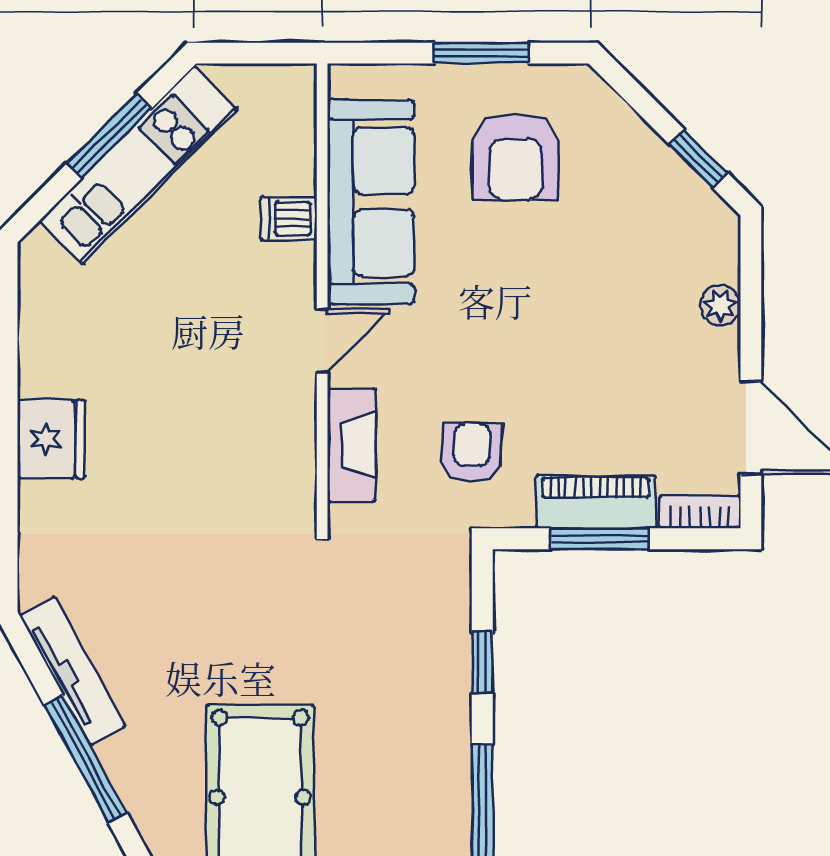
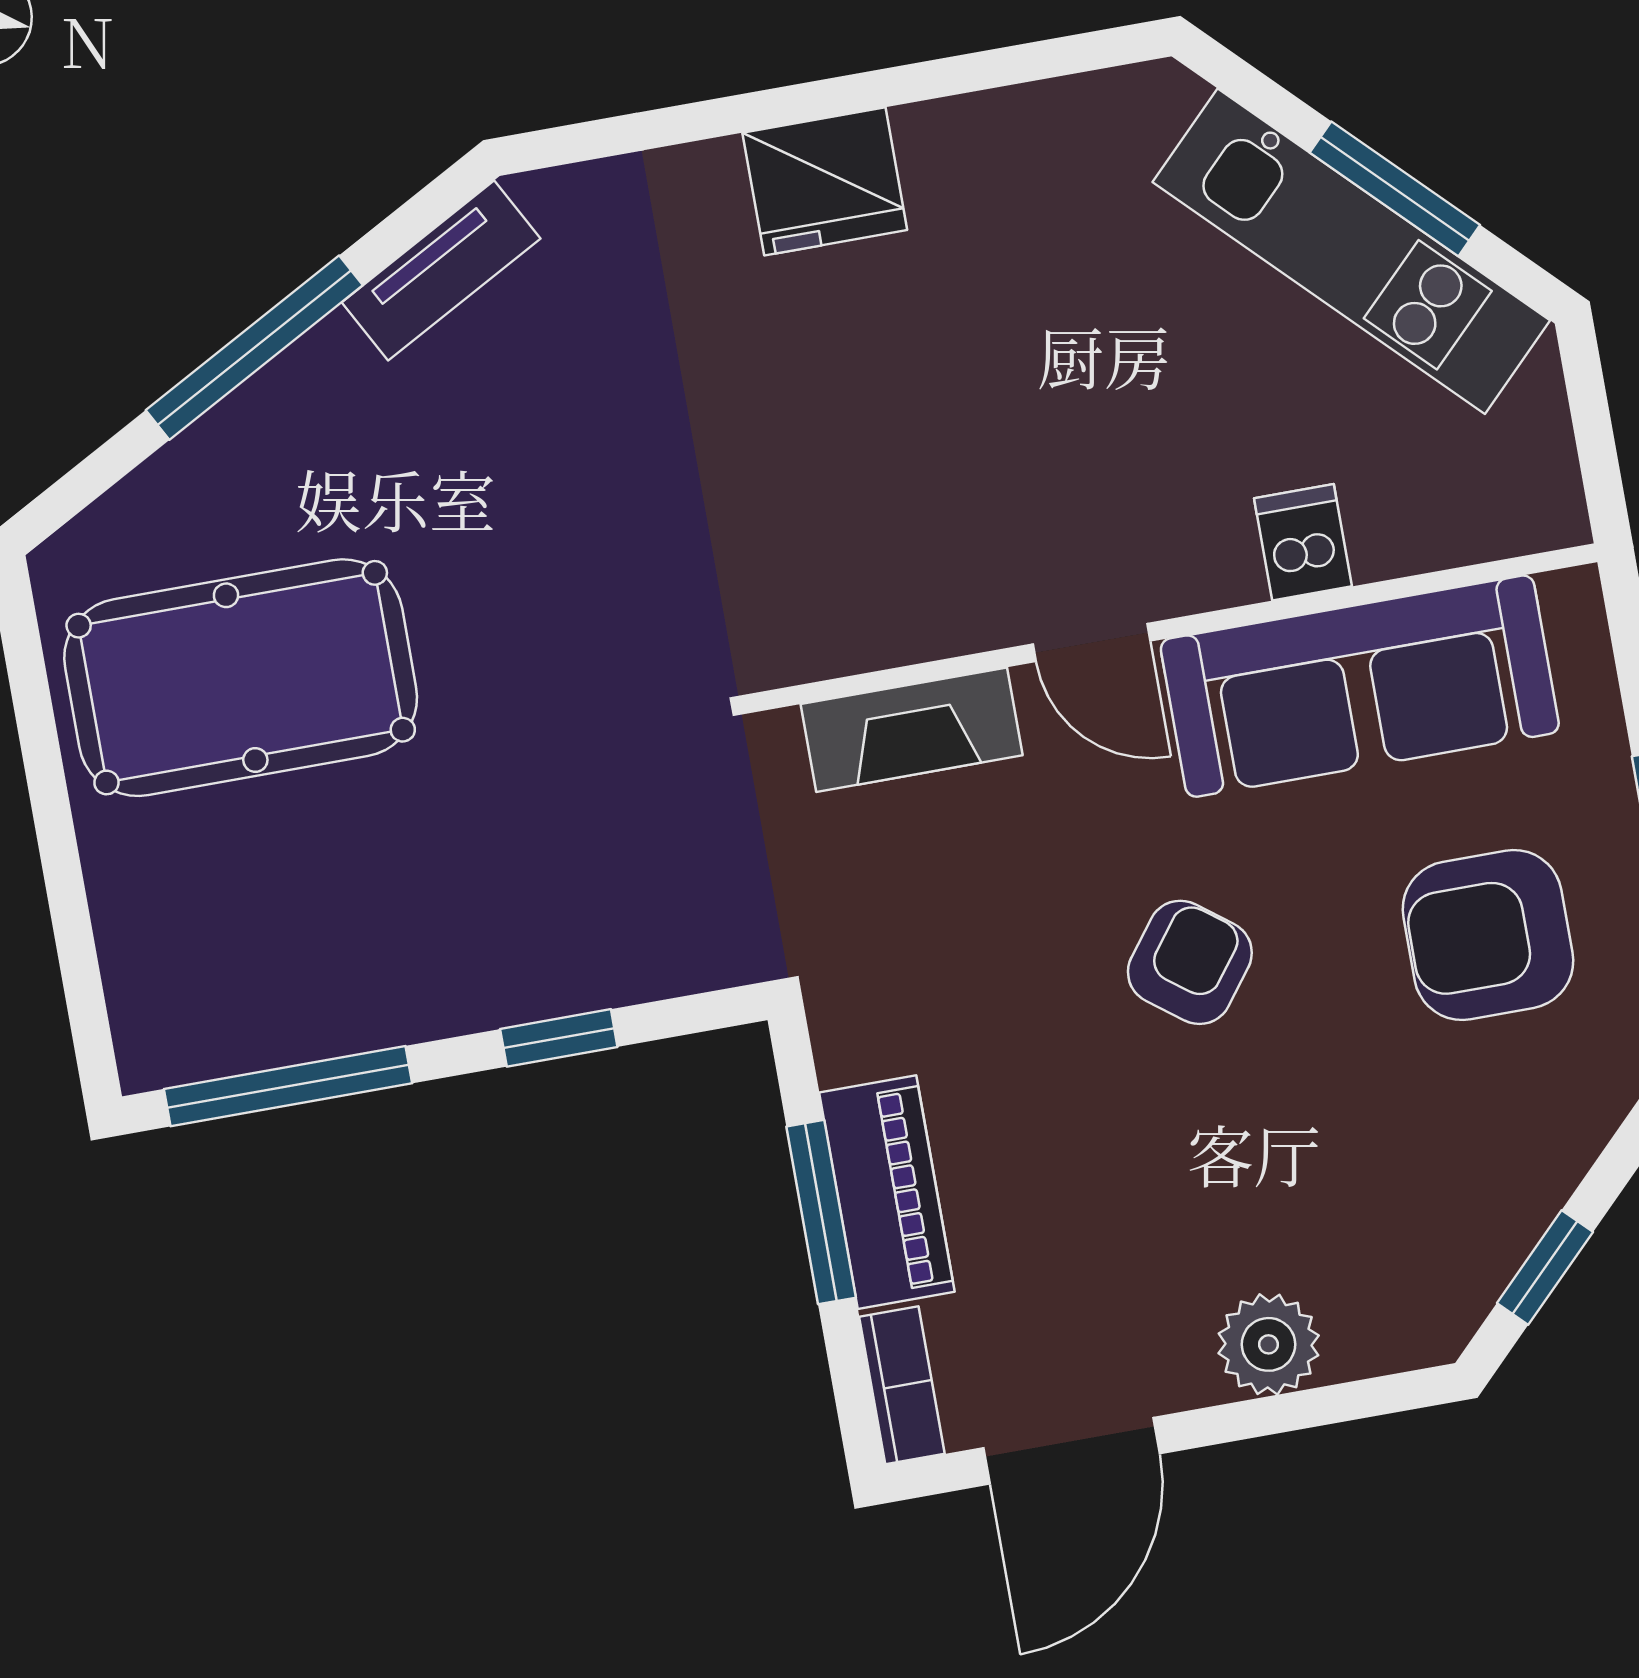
plant: (720, 305) -> (1269, 1344), width x1.38, depth x1.38
armchair: (471, 453) -> (1190, 962), moved, turned -56
tv unit: (72, 671) -> (441, 270), width x0.71

